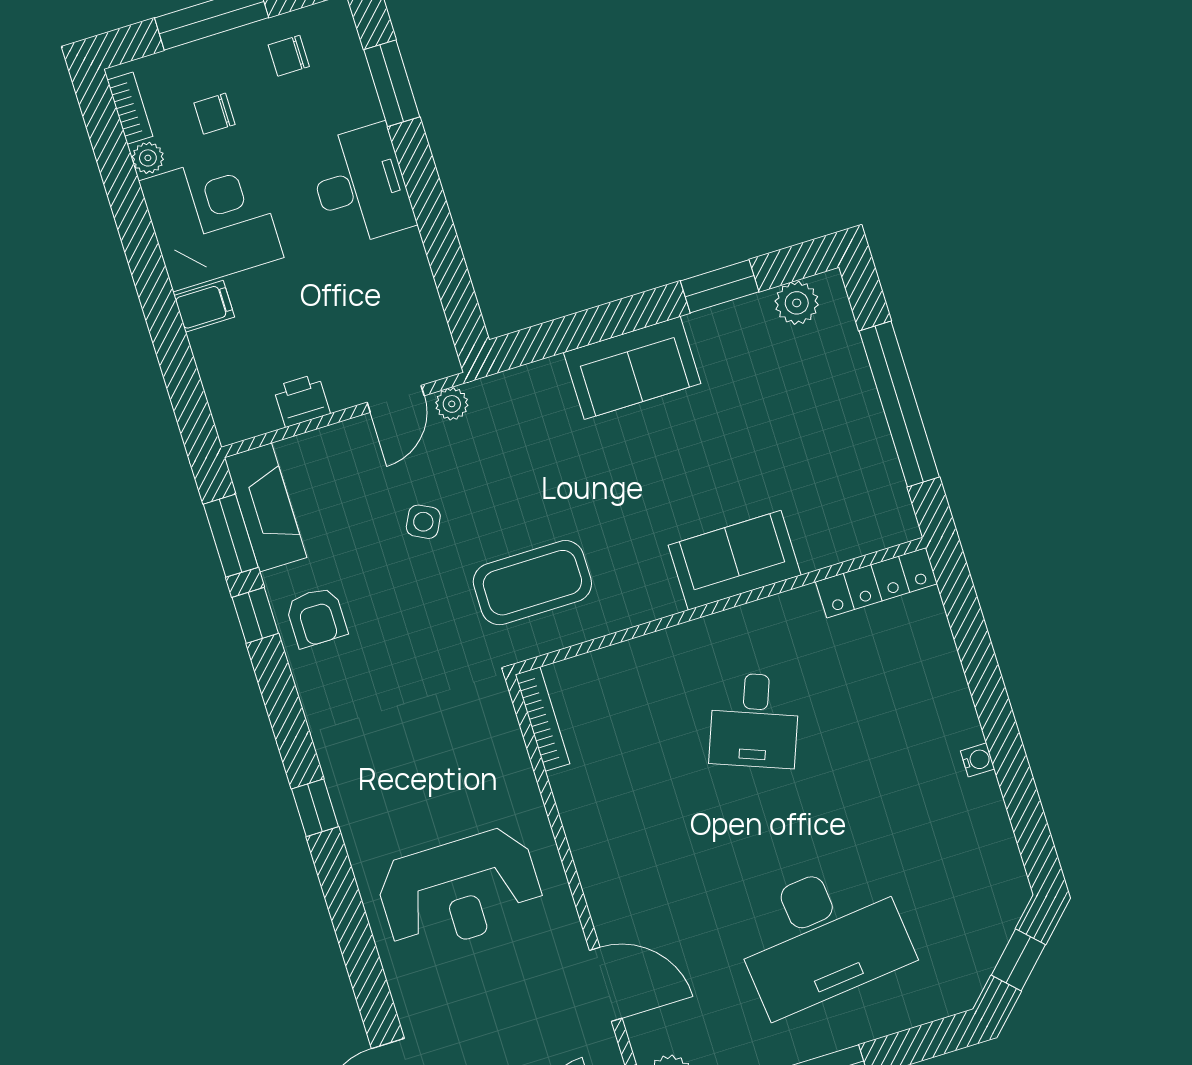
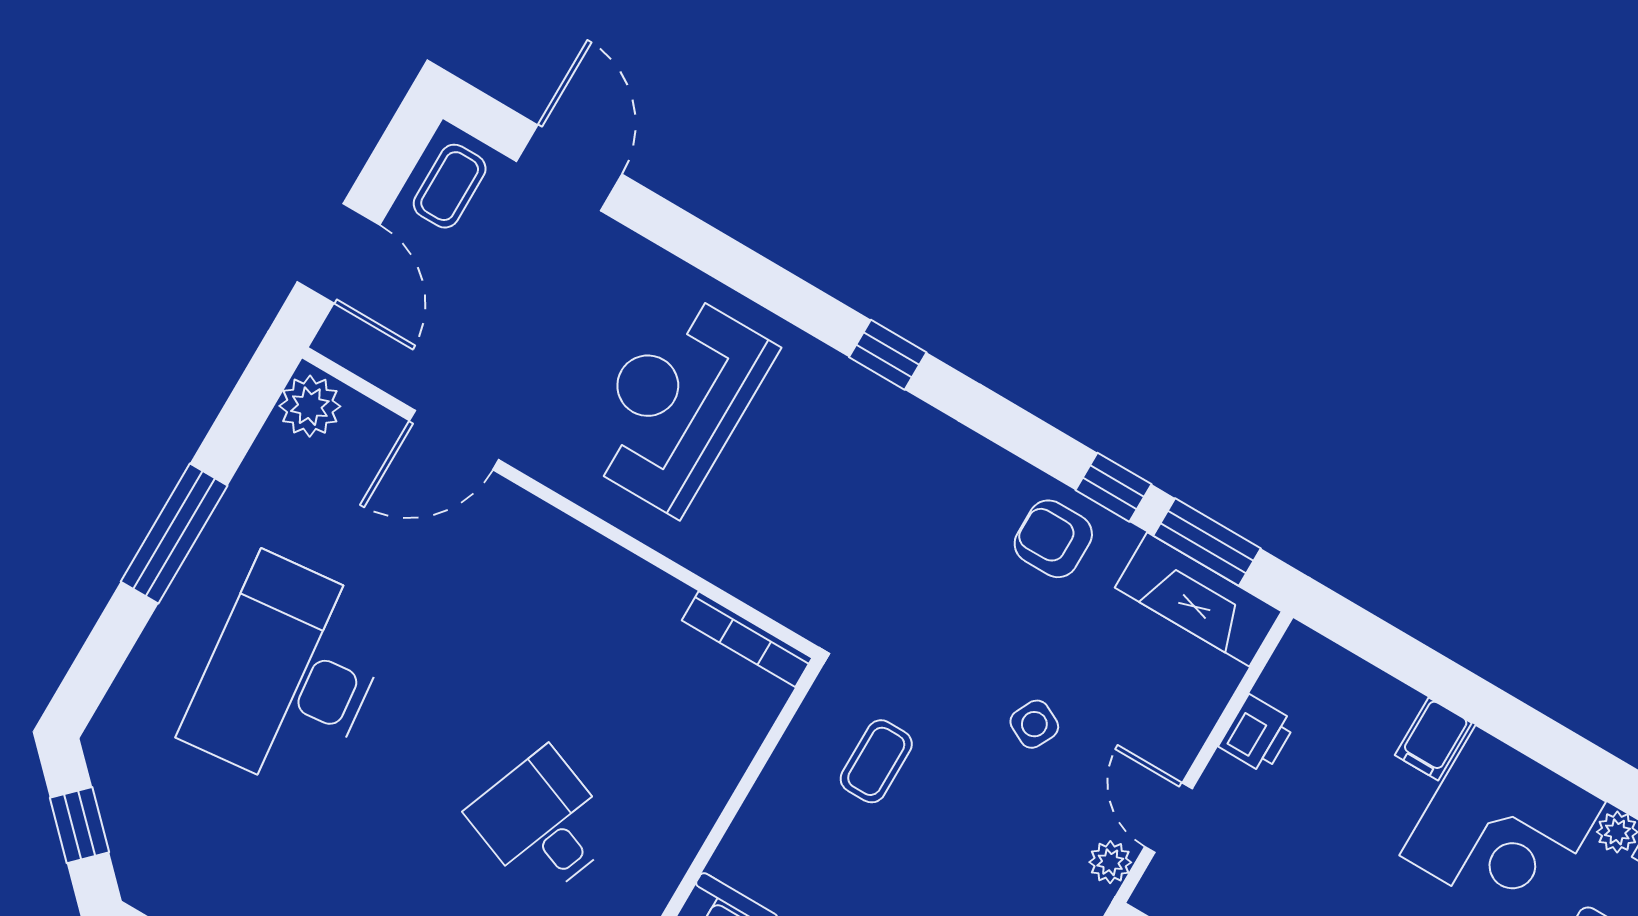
coffee table: (532, 583) -> (876, 761), width x0.54, depth x0.58

